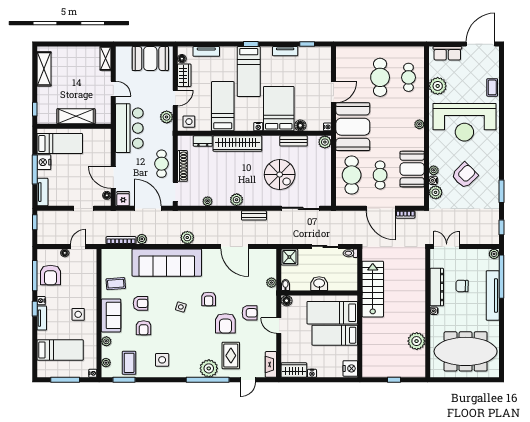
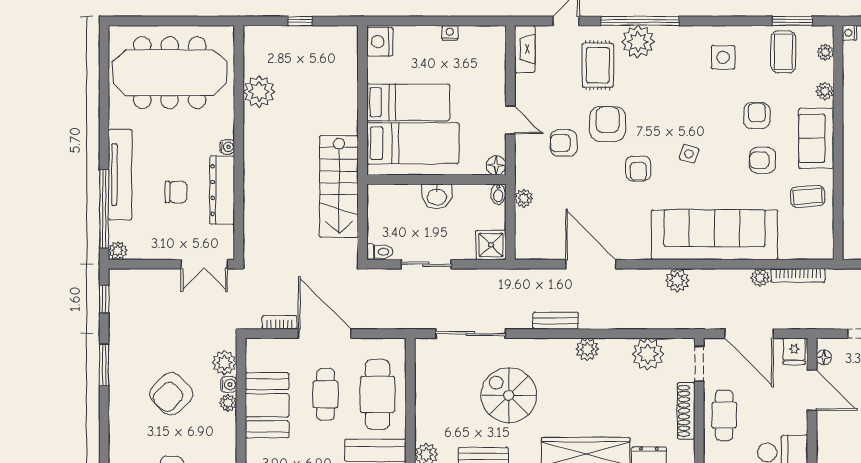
plant: (208, 201) -> (648, 354), width x1.87, depth x1.87
armchair: (209, 299) -> (638, 168), turned 180
wardrobe: (294, 370) -> (483, 39), removed

